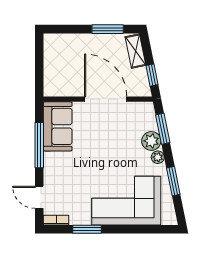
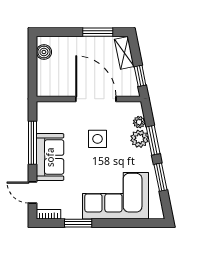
boiler: (51, 50) -> (44, 52), added
sofa: (58, 126) -> (50, 157), moved
window: (163, 129) -> (153, 140), moved
side table: (107, 141) -> (97, 139), added
plant: (158, 157) -> (139, 122), moved

